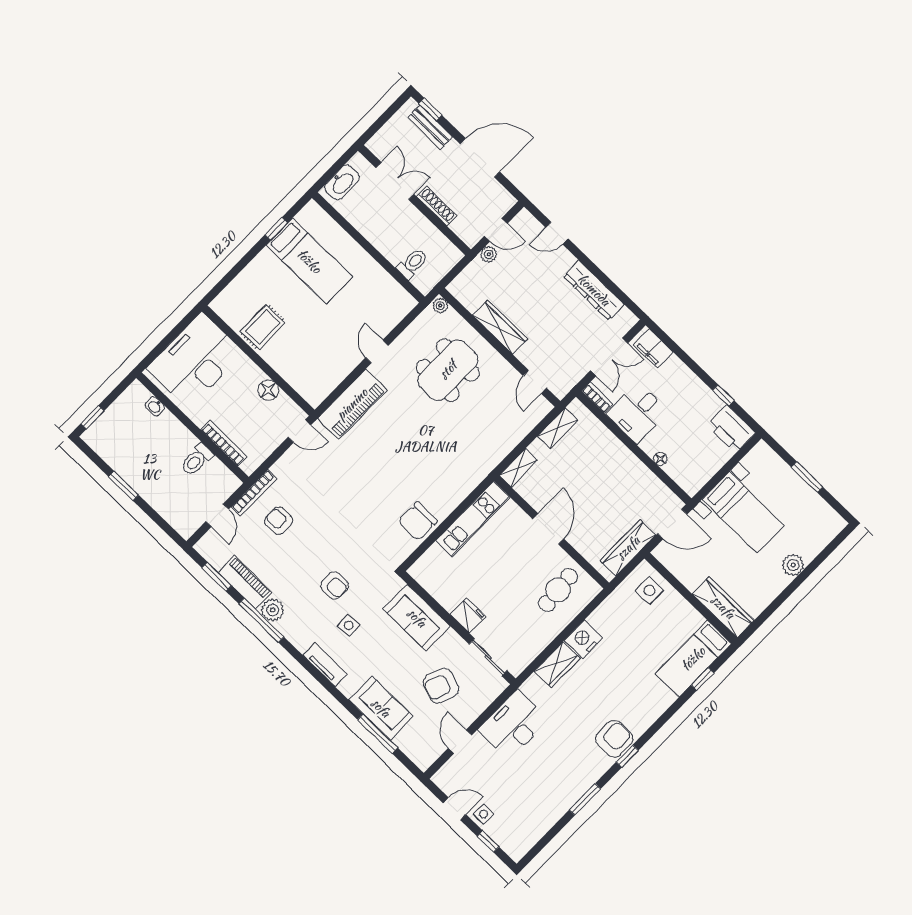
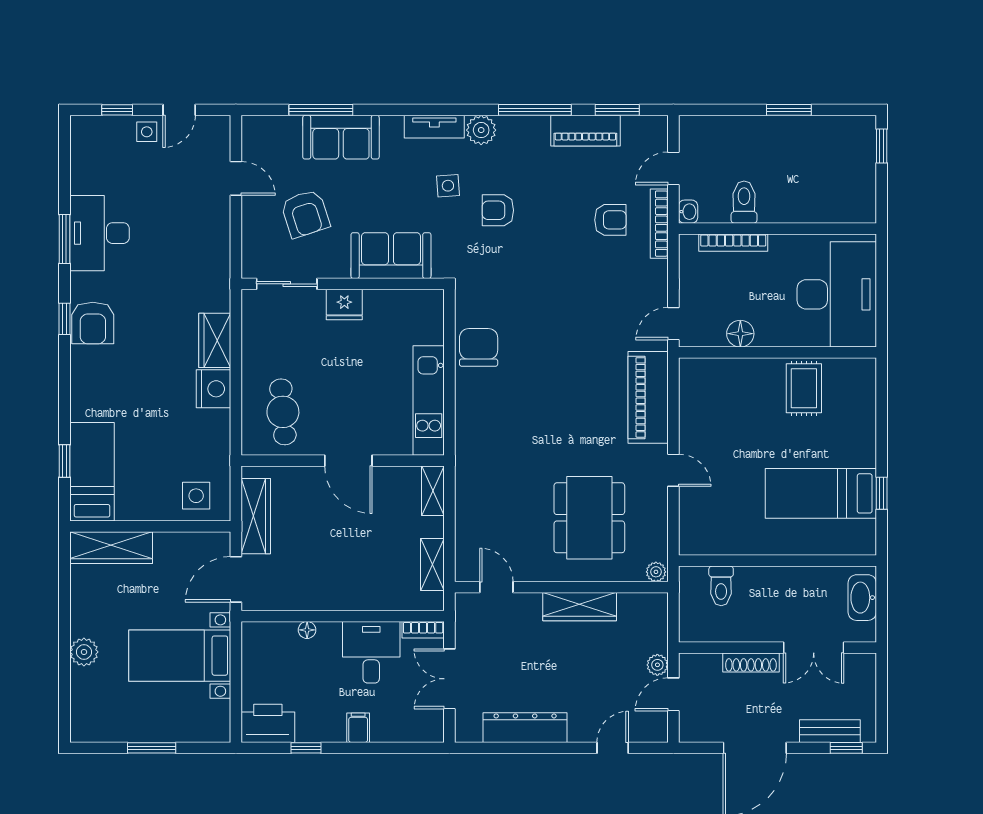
filing cabinet: (653, 348) -> (358, 728), moved, width x0.50
washbasin: (155, 406) -> (688, 212), moved, turned 90
door: (217, 515) -> (673, 168), hinge flipped
plant: (273, 610) -> (481, 130), moved
armchair: (441, 686) -> (305, 214), turned 141
desk: (513, 725) -> (99, 233), moved, turned 180

